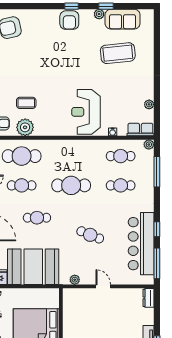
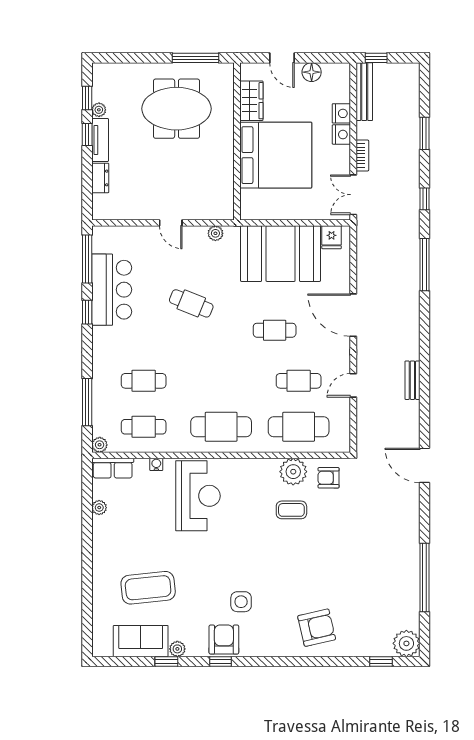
side table: (58, 44) -> (241, 602), added
cafe table: (71, 185) -> (221, 427), moved
bar counter: (141, 244) -> (112, 290), width x0.73
dresser: (148, 298) -> (100, 178), moved

